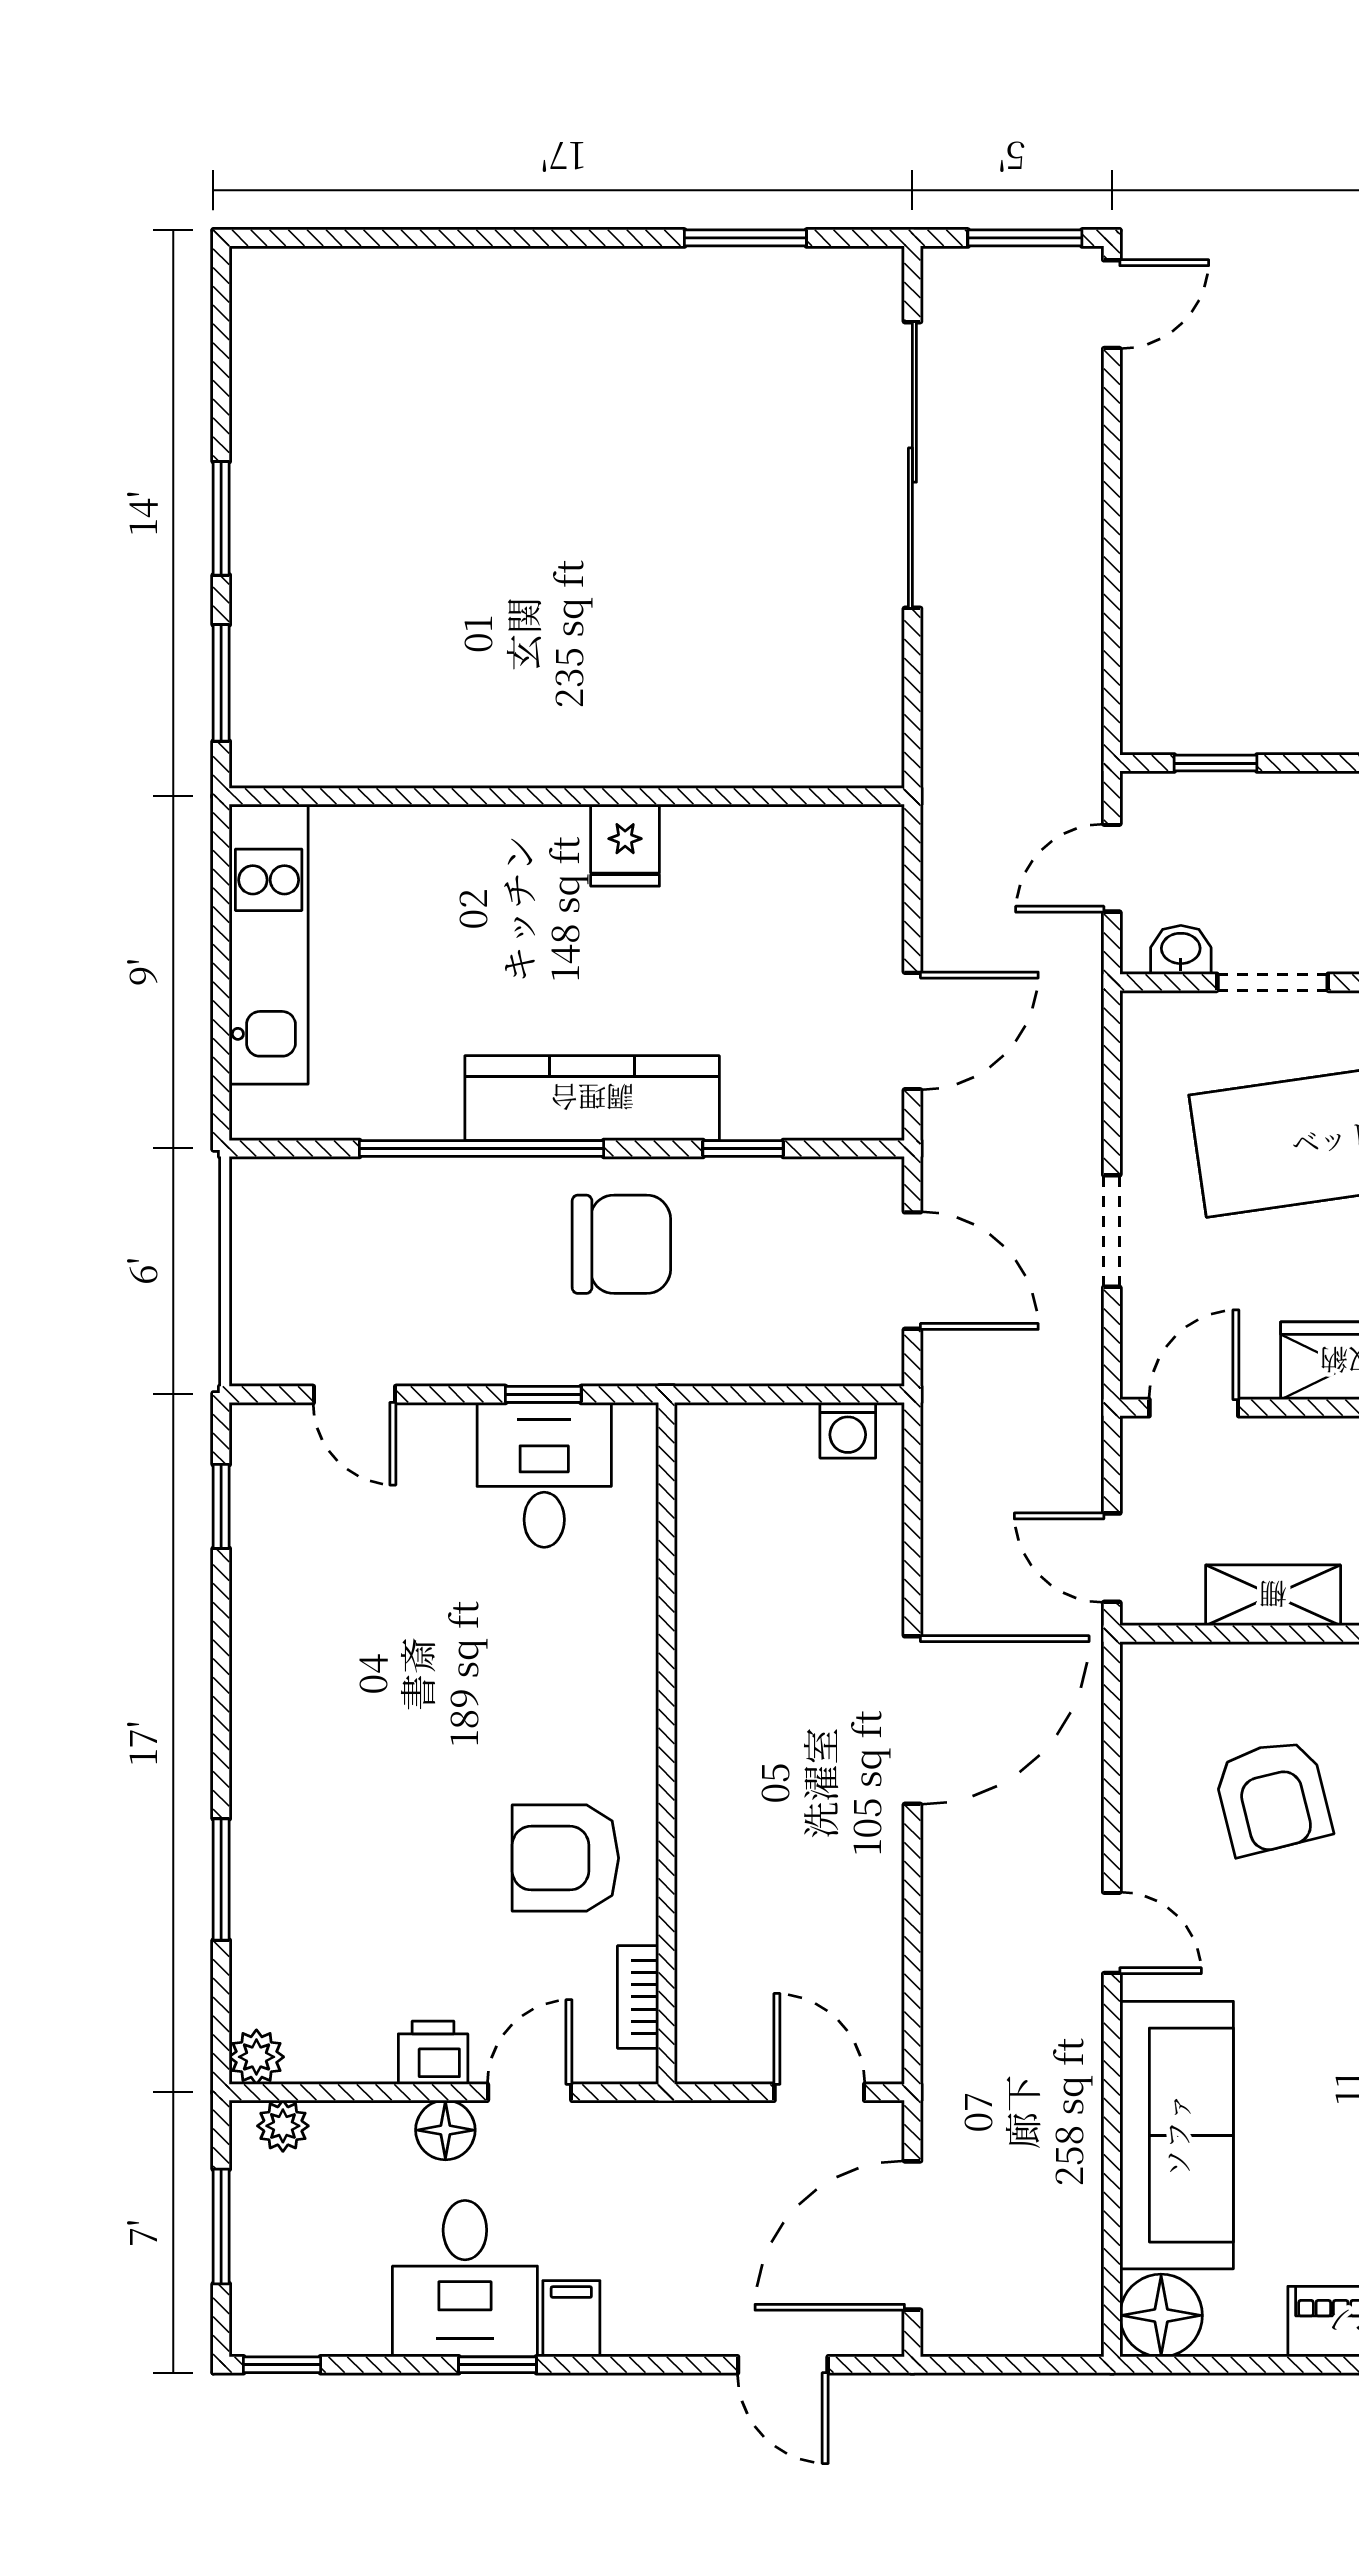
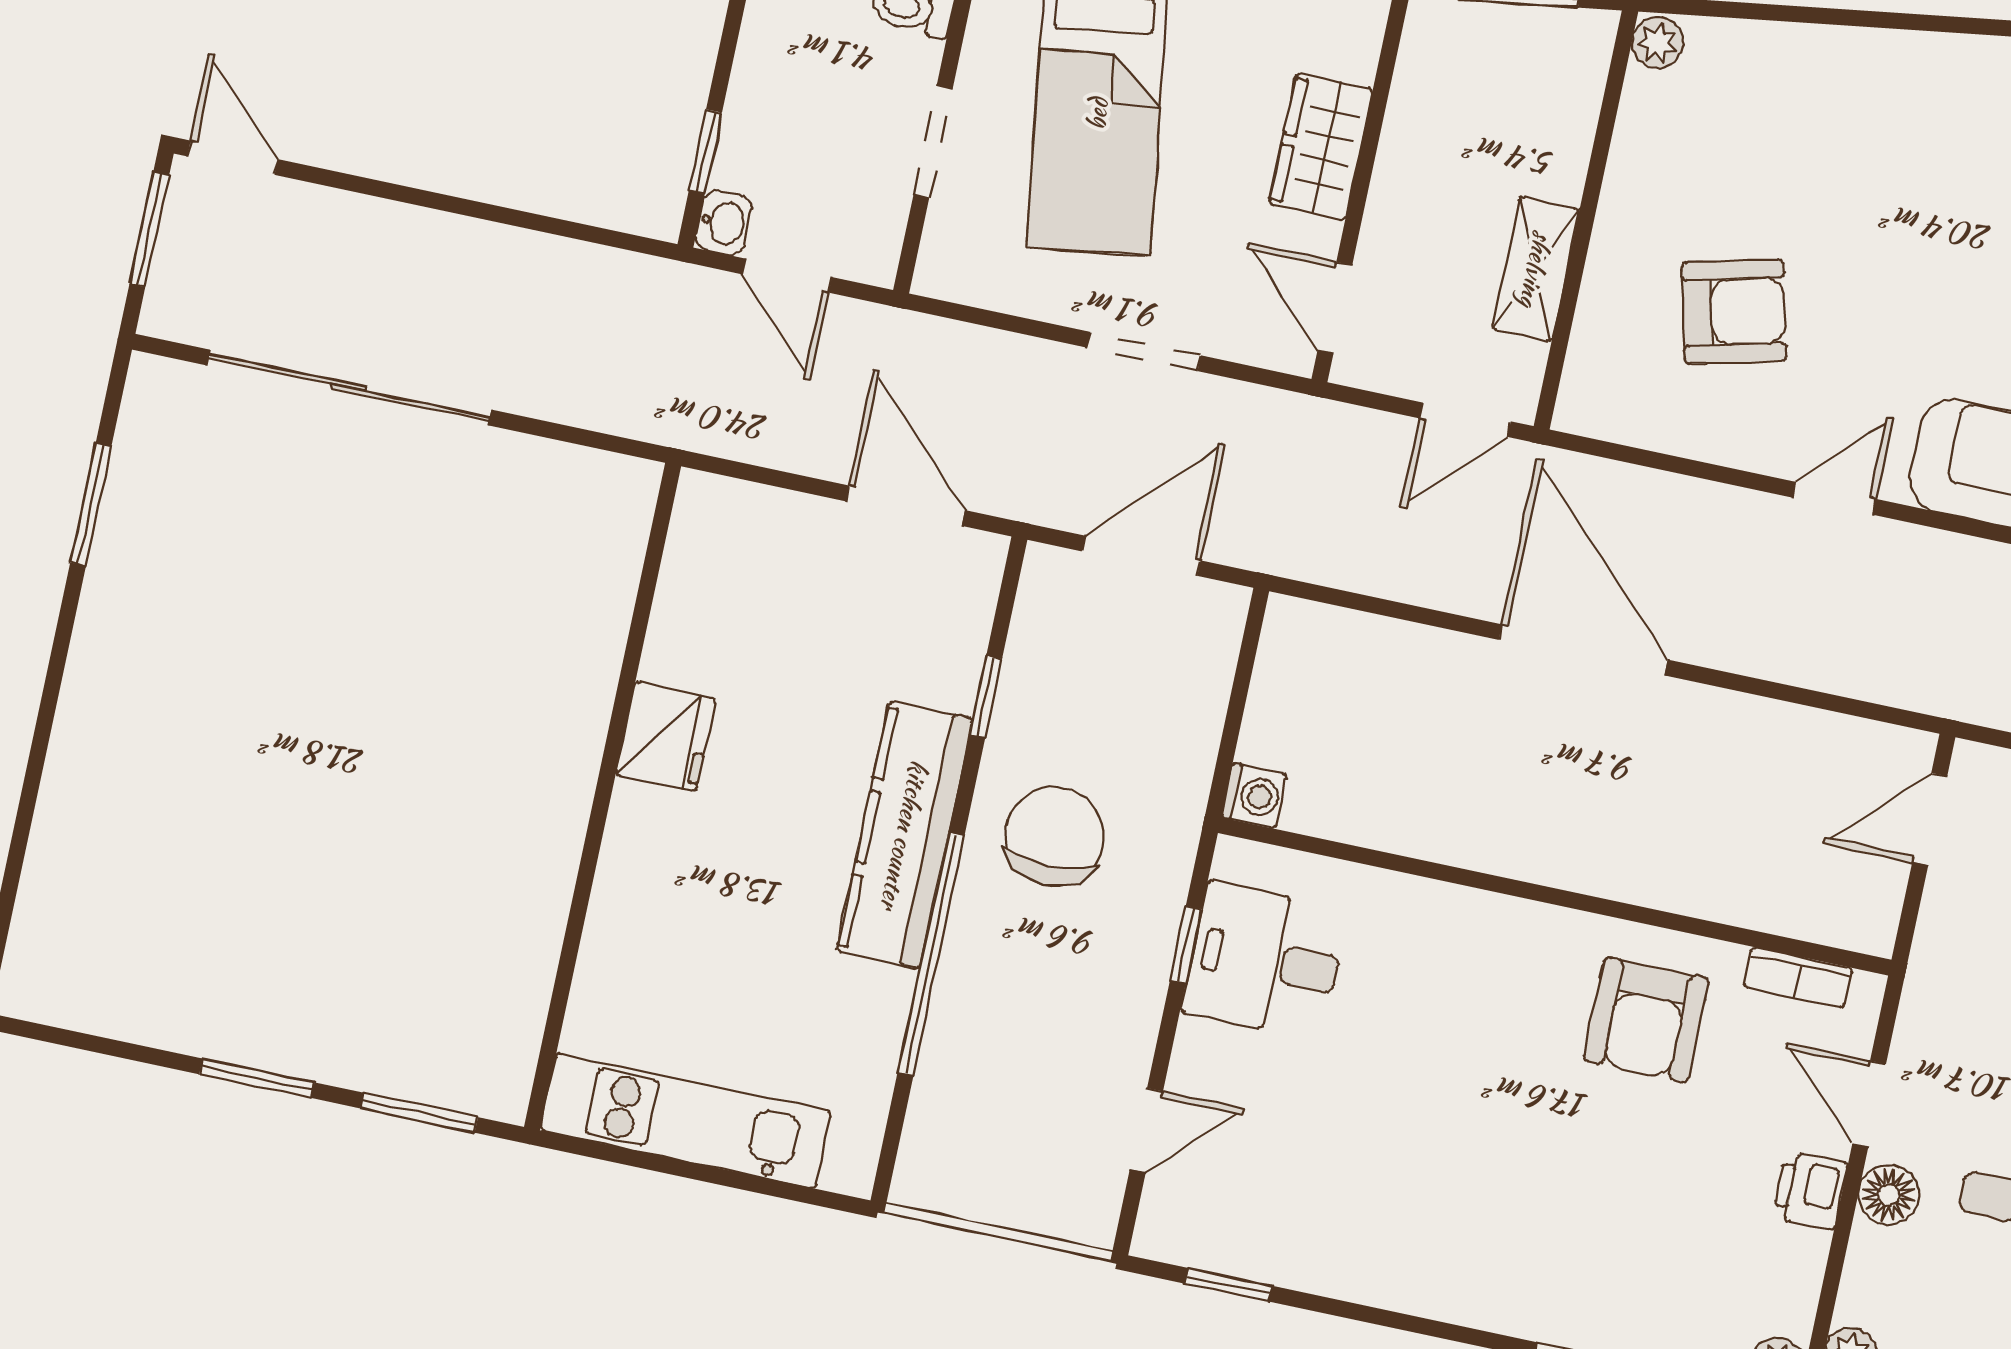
fridge: (625, 845) -> (666, 737), width x1.38
washbasin: (1181, 950) -> (724, 223), moved, turned 180
washing machine: (848, 1430) -> (1254, 796), moved

